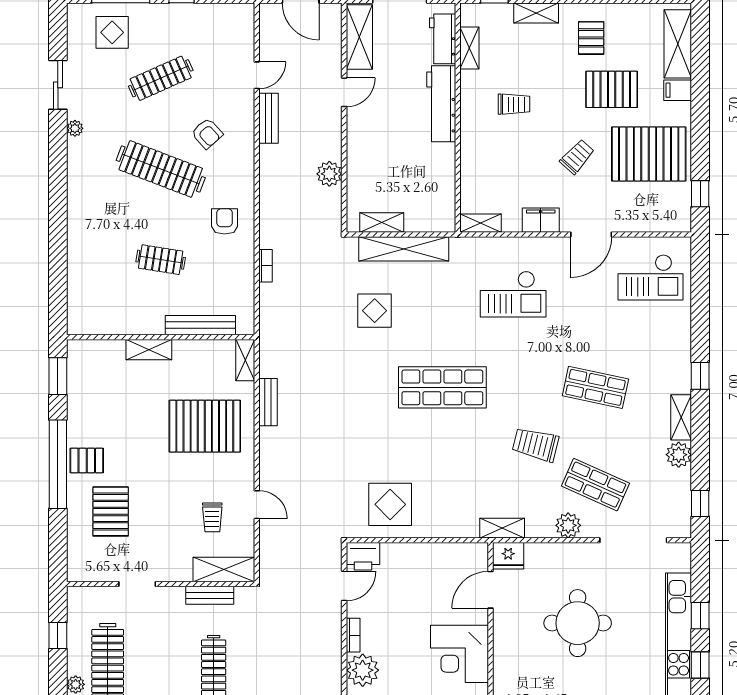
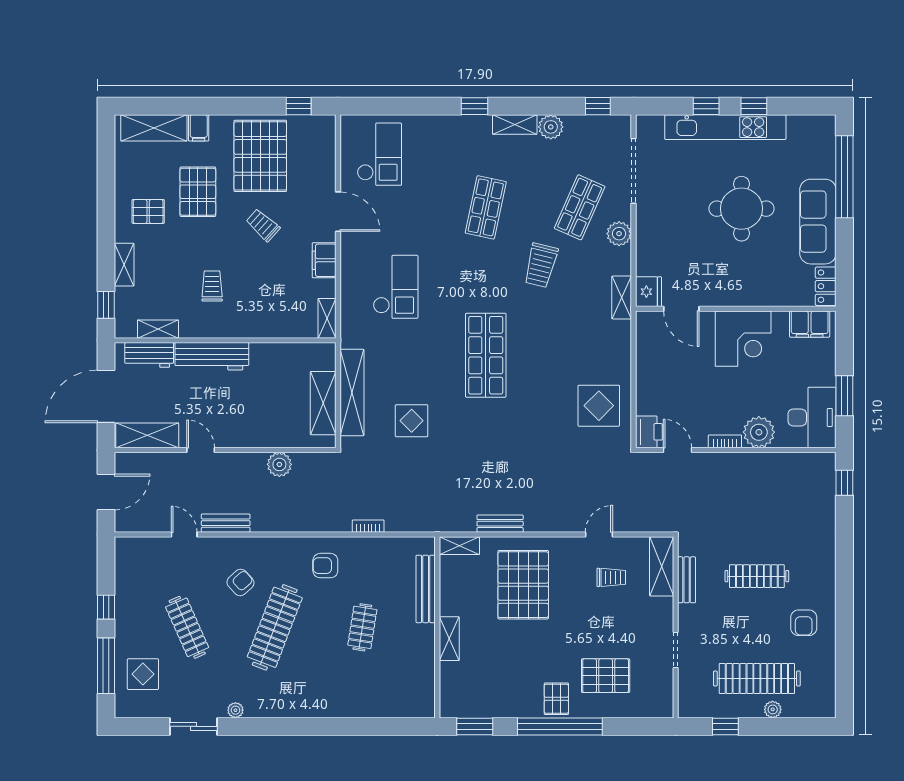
shelving: (382, 222) -> (323, 403), width x1.50, depth x1.33
round table: (578, 623) -> (741, 209), moved

